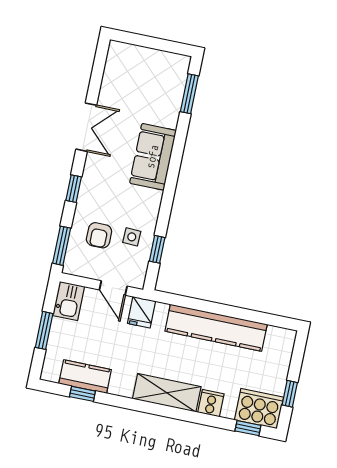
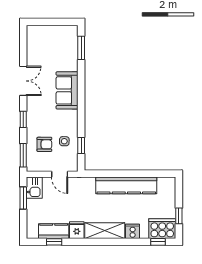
armchair: (99, 235) -> (44, 144), turned -90
fridge: (142, 312) -> (77, 230), moved, turned 180
window: (44, 330) -> (23, 198), moved

